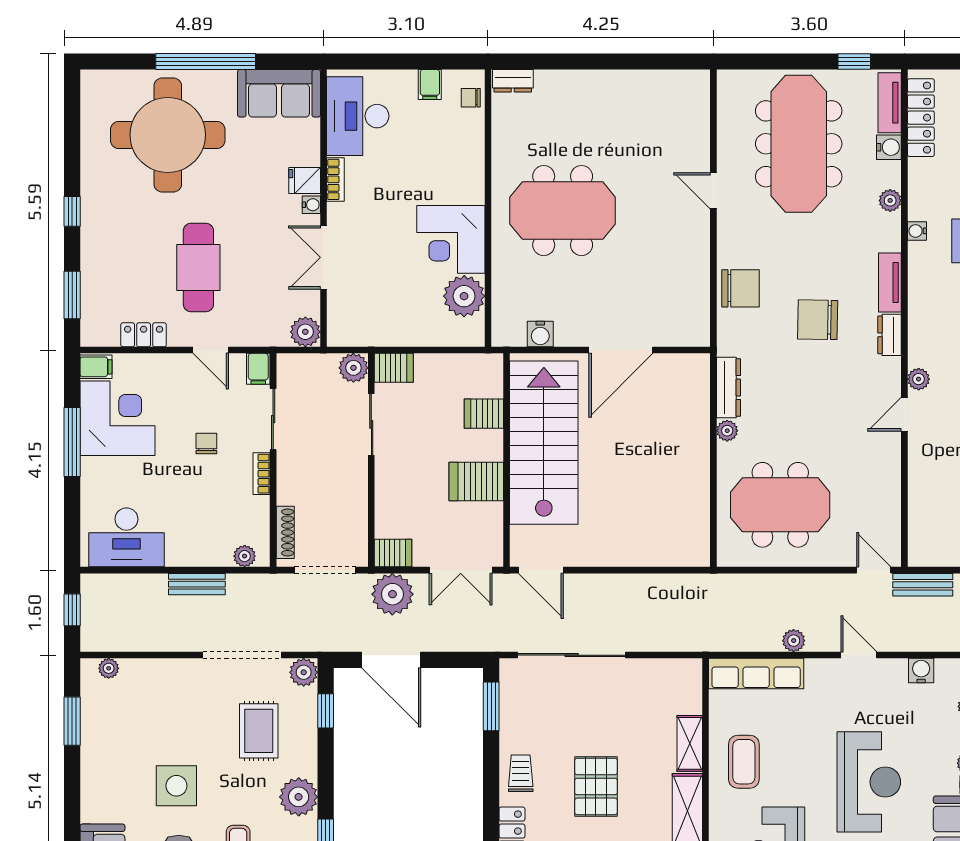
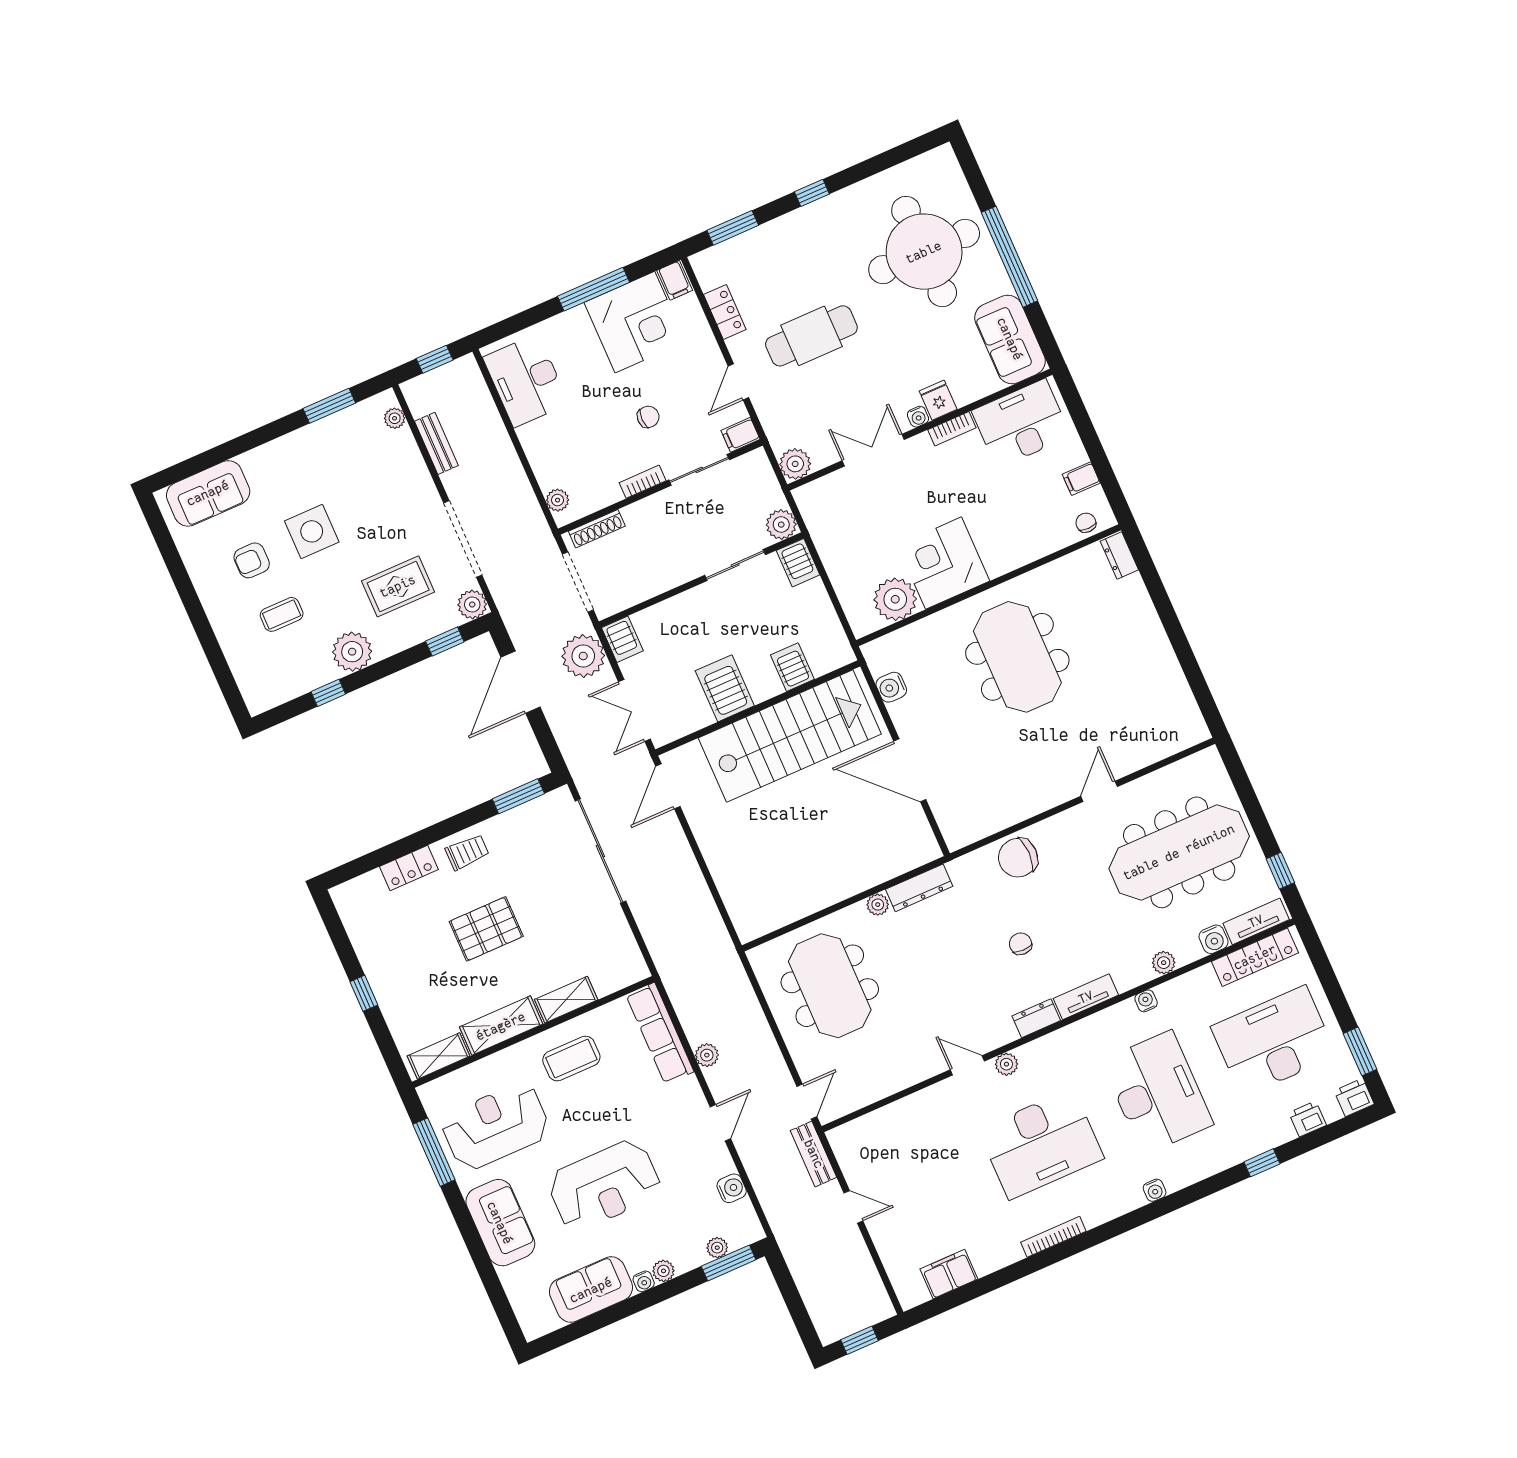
chair: (740, 288) -> (1018, 858), turned 90
chair: (818, 320) -> (1021, 944), width x0.54, depth x0.54
bench: (197, 584) -> (436, 443), moved

